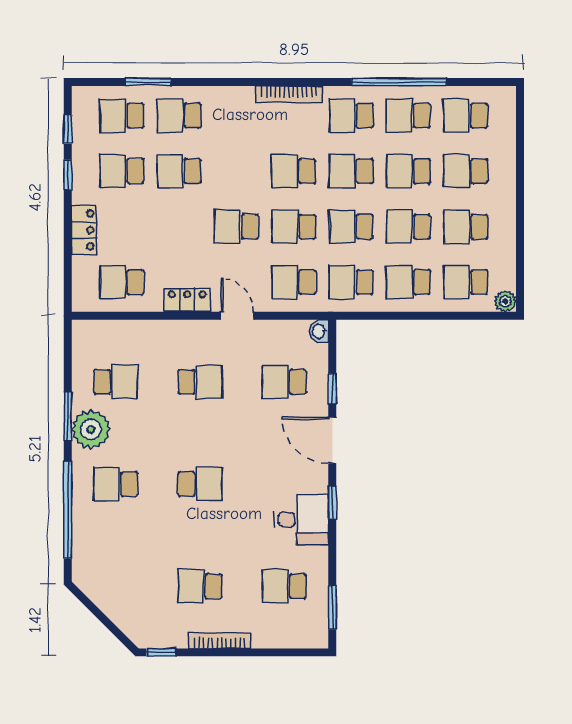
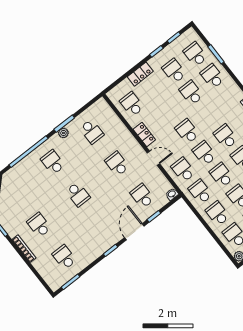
door: (237, 316) -> (153, 158), hinge flipped
school desk: (200, 382) -> (117, 164), turned 180
plant: (91, 429) -> (63, 133), width x0.53, depth x0.53
desk: (301, 519) -> (95, 244), removed

